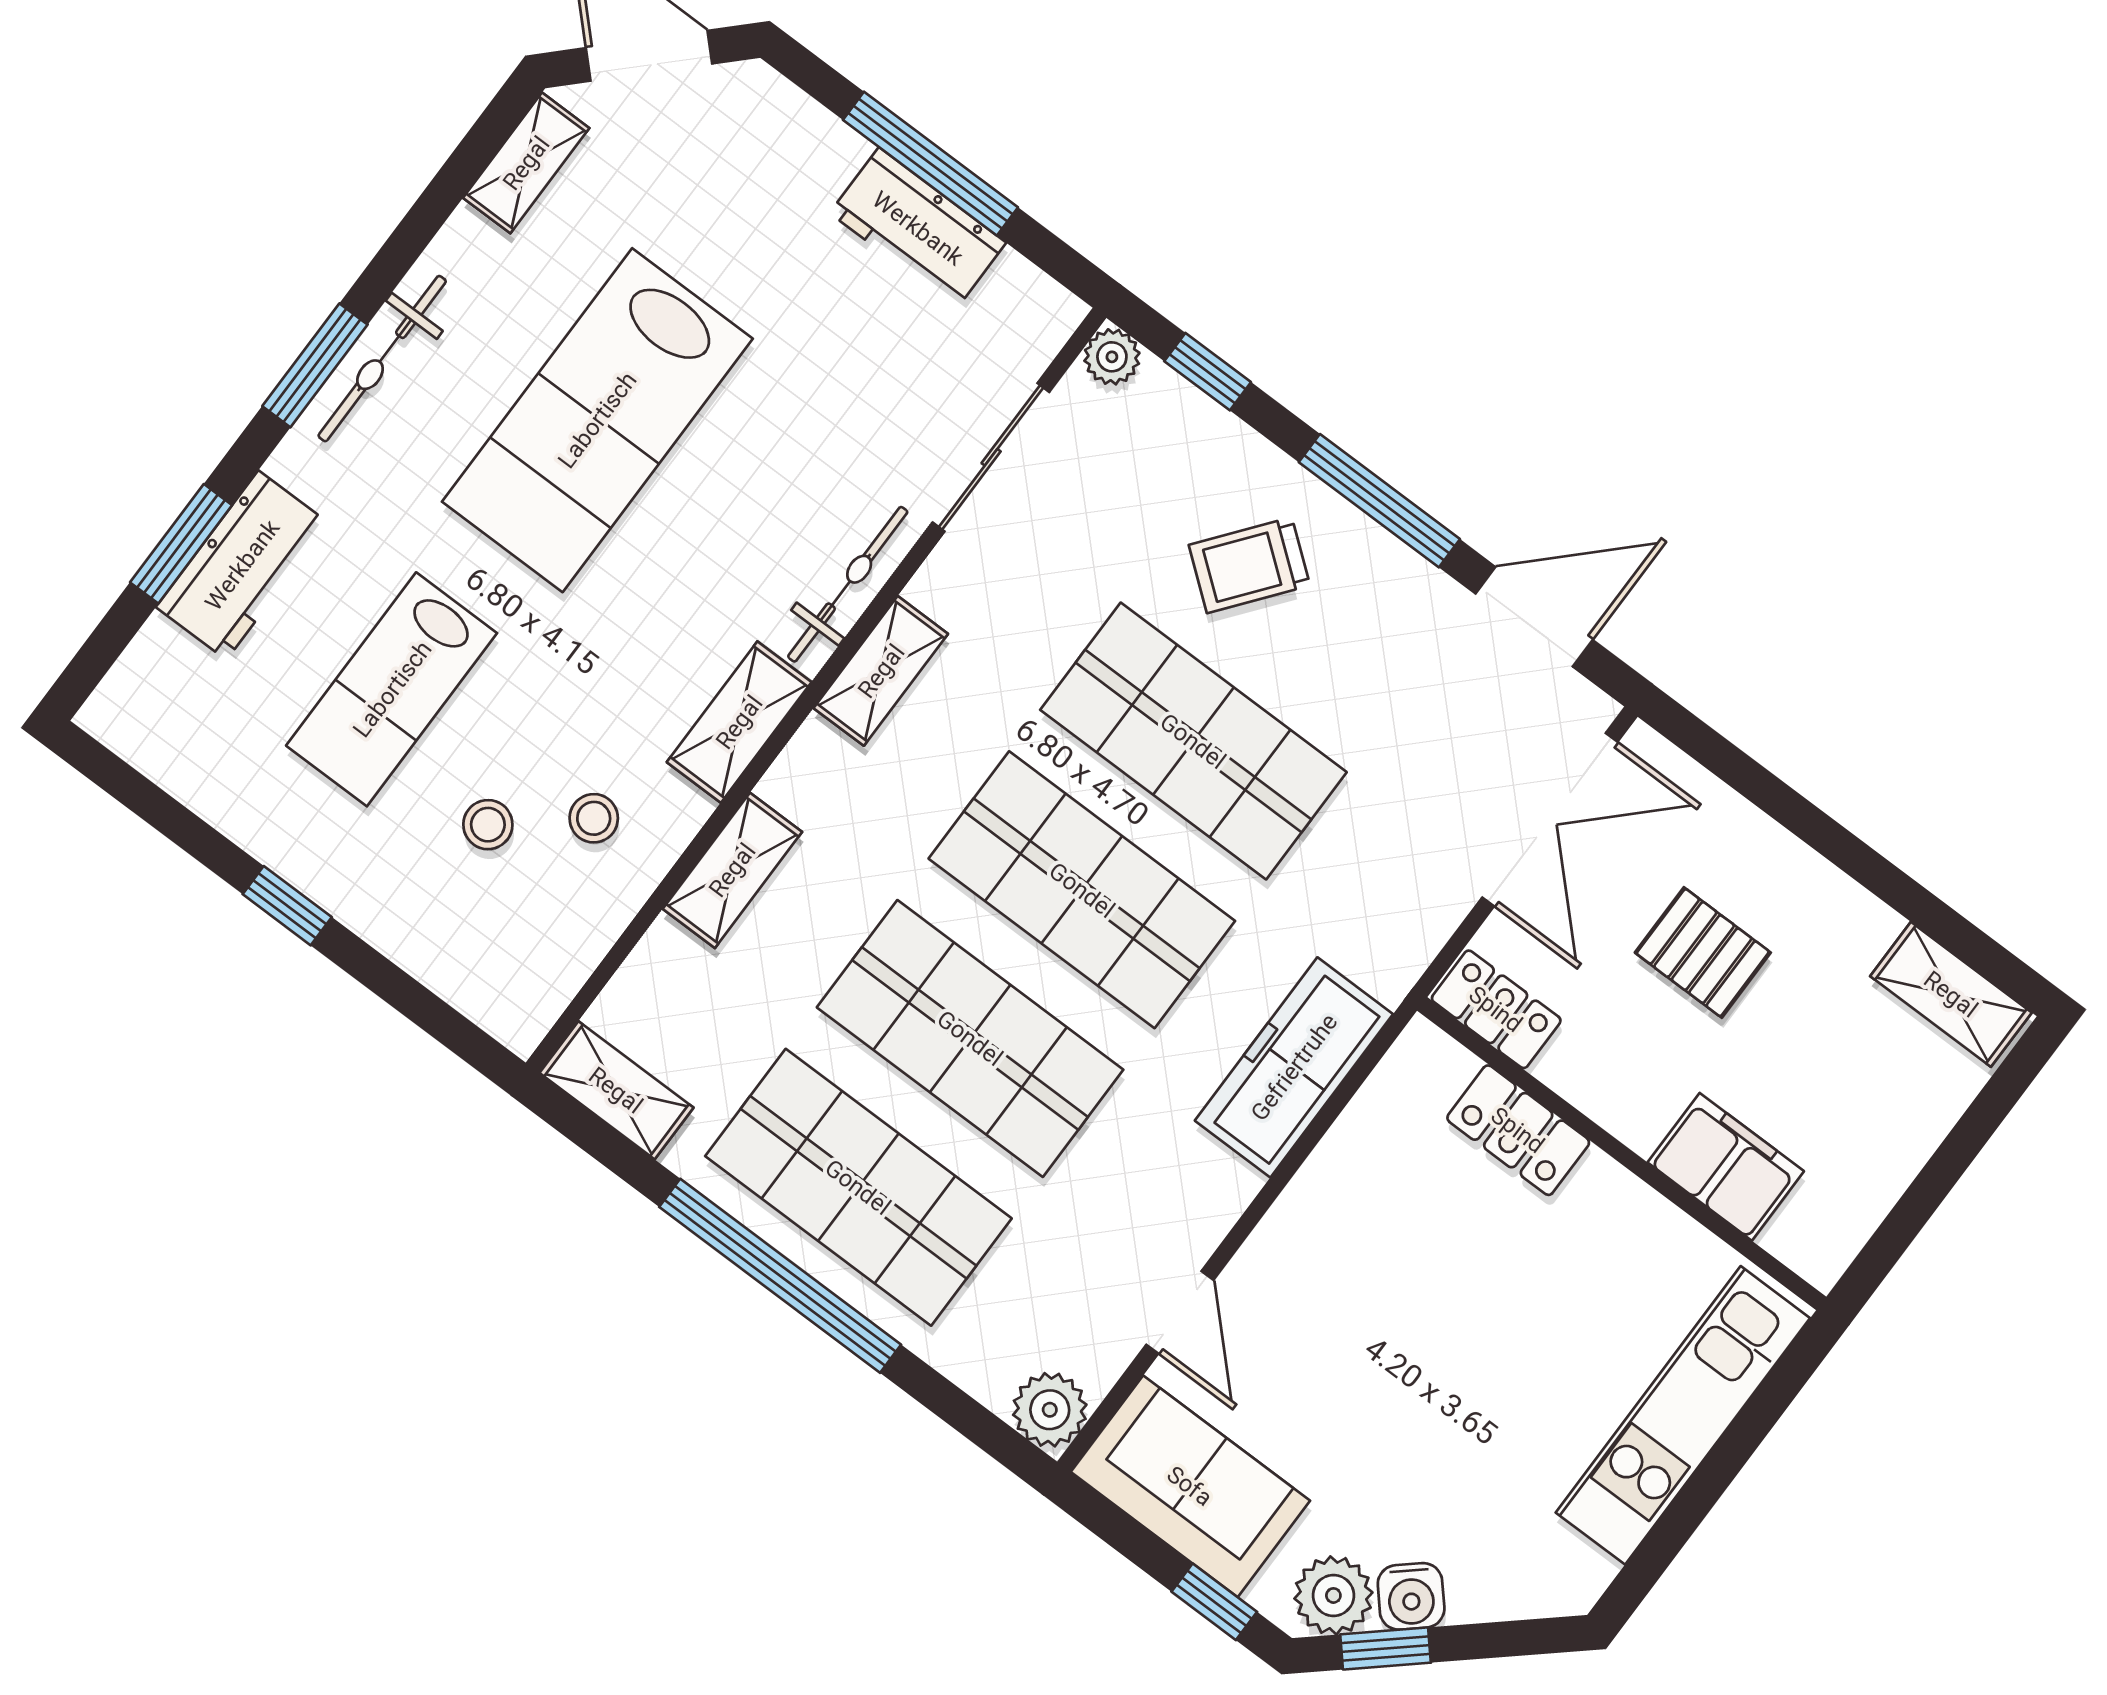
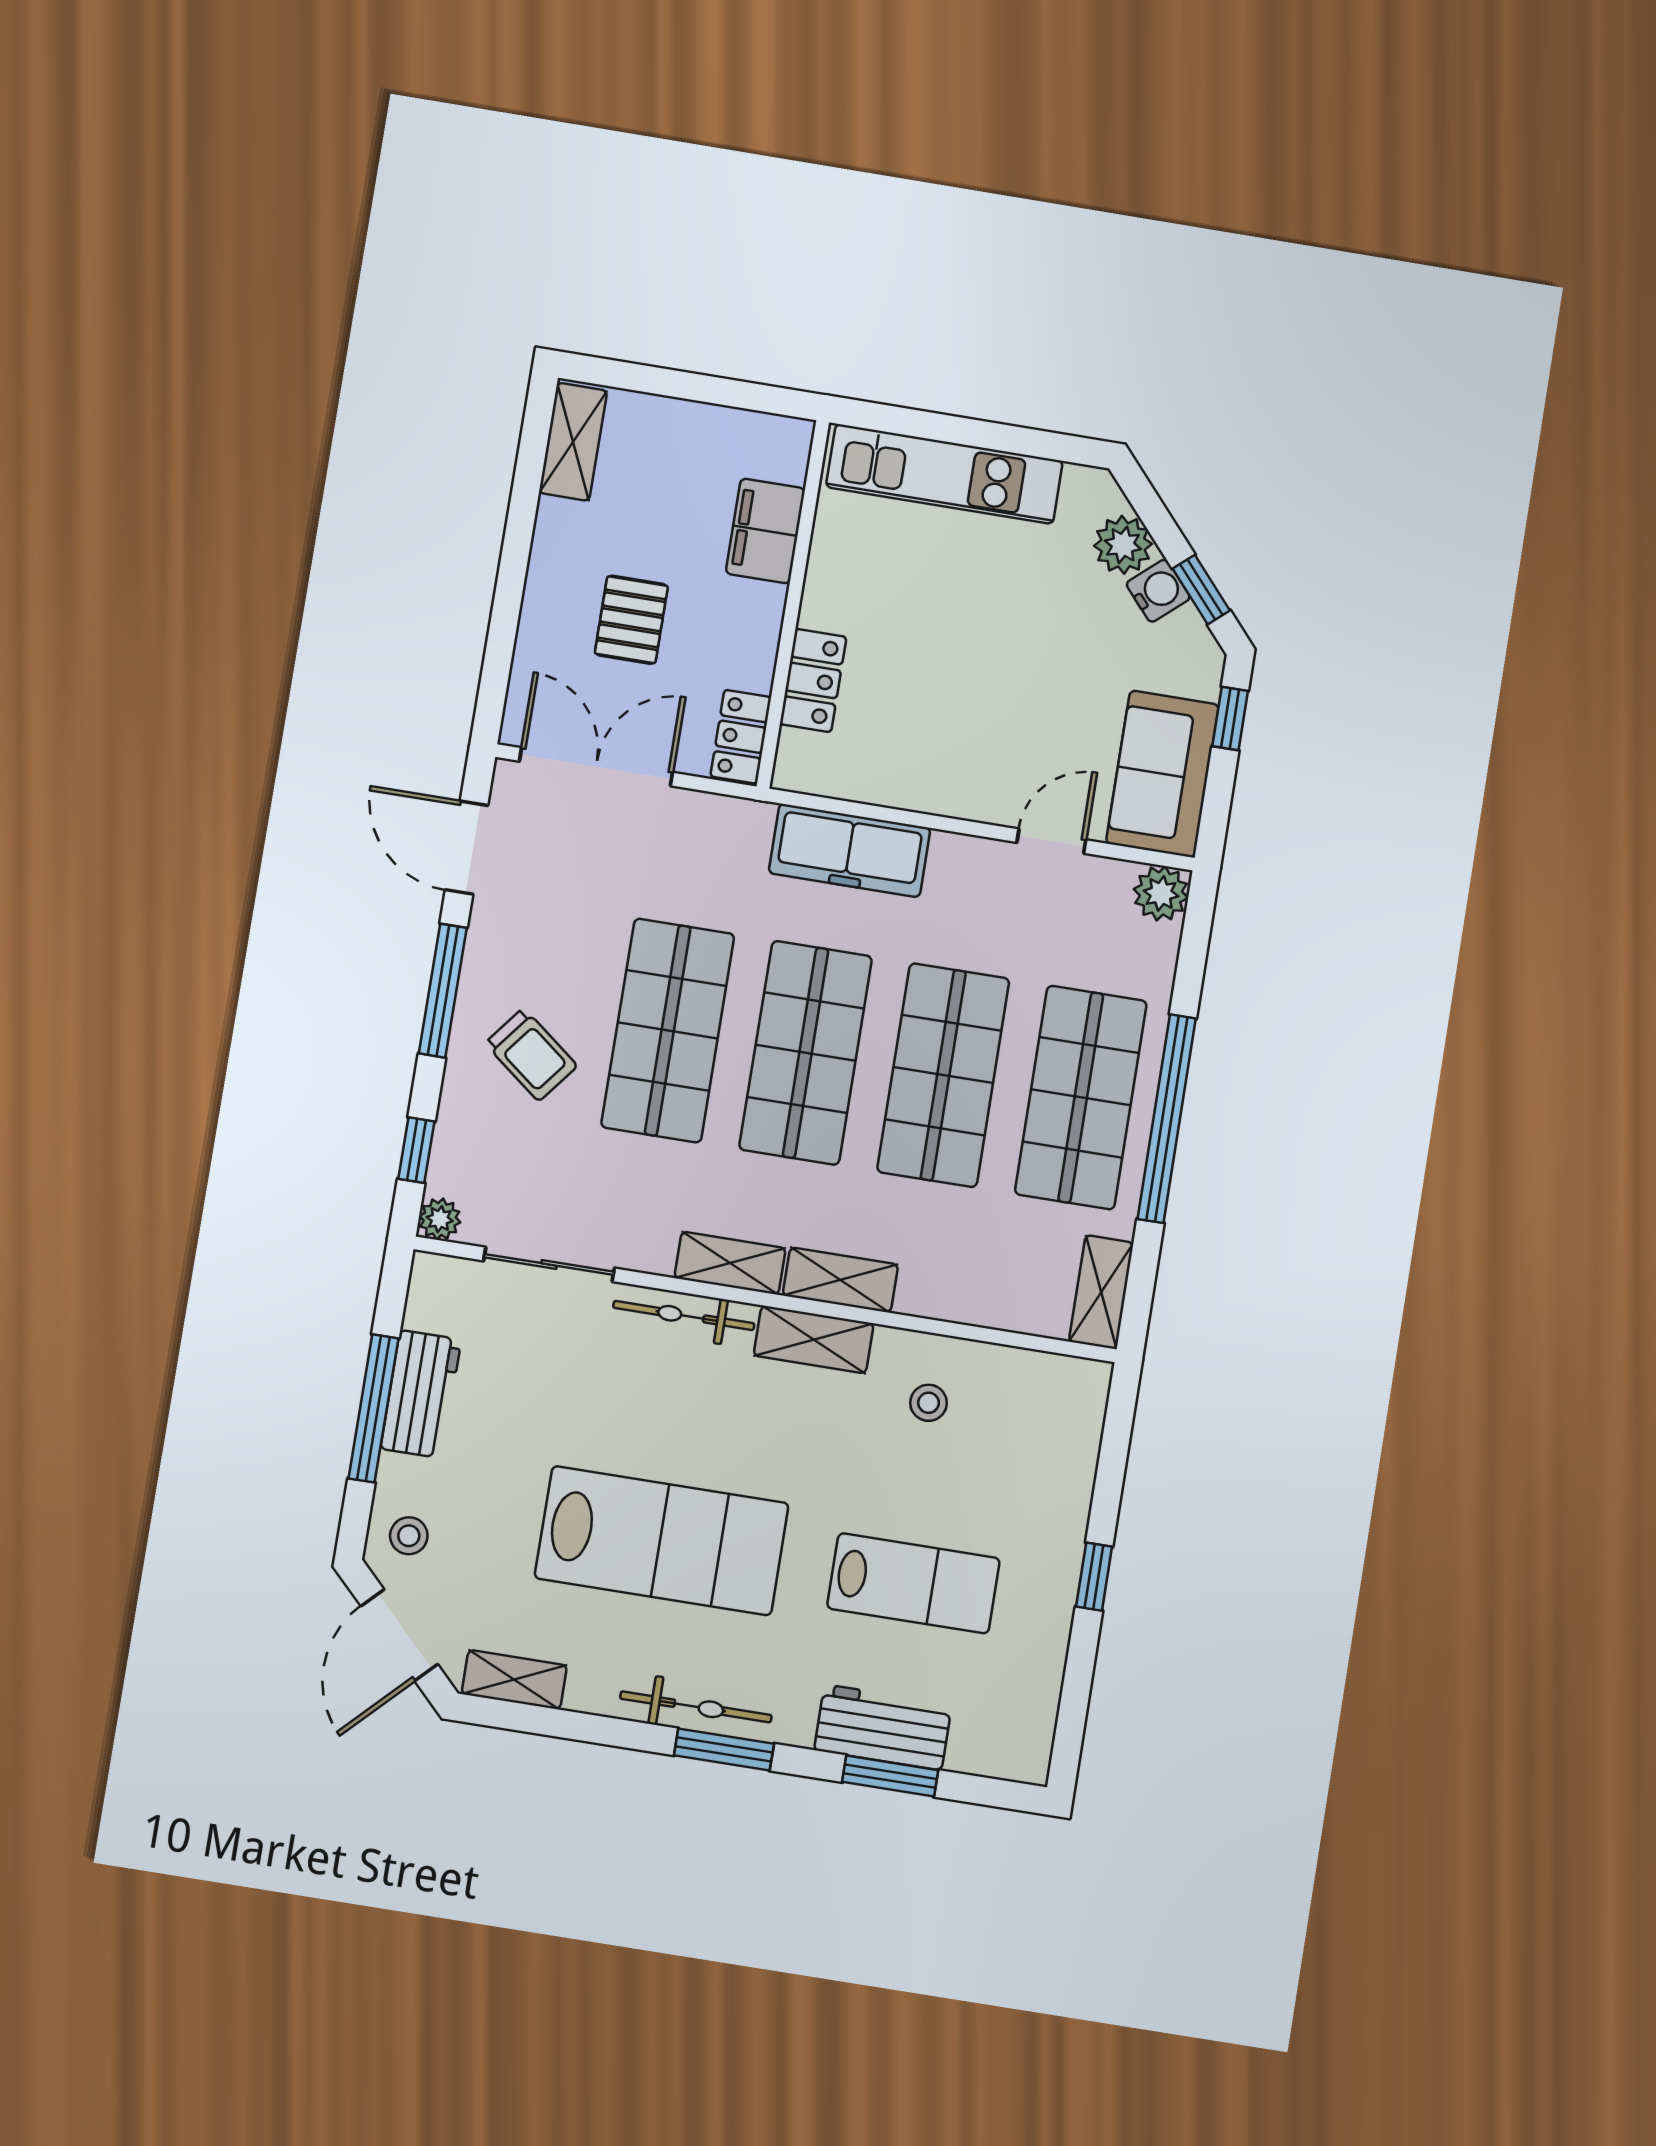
stool: (488, 825) -> (409, 1536), moved
shelving: (732, 870) -> (840, 1280), moved
plant: (1333, 1595) -> (1123, 545), moved

